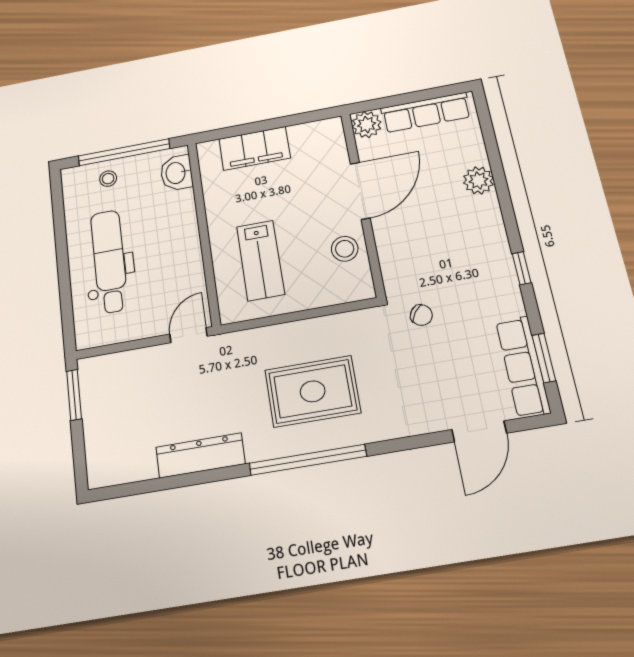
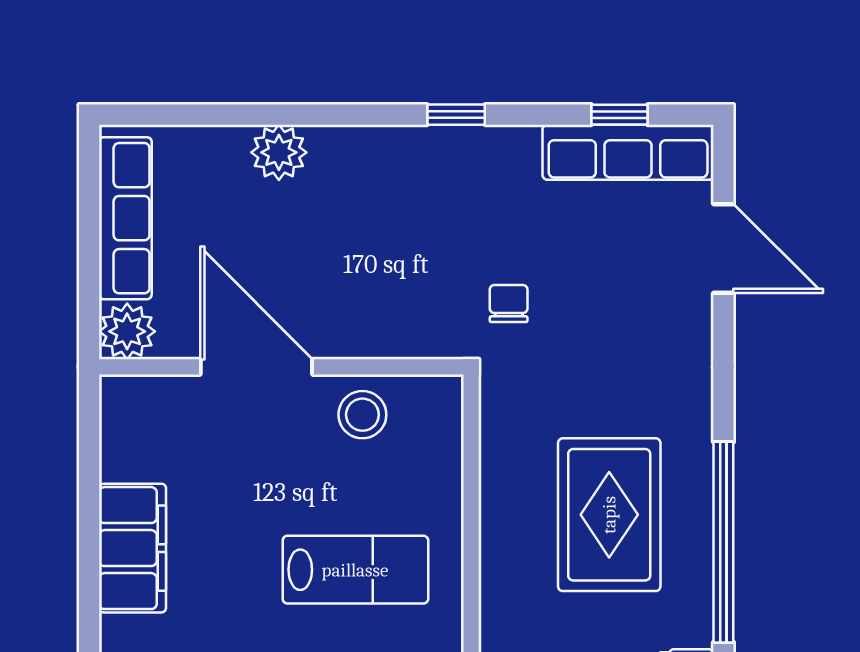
chair: (421, 315) -> (509, 303), turned -36
window: (544, 358) -> (620, 115), width x0.67

